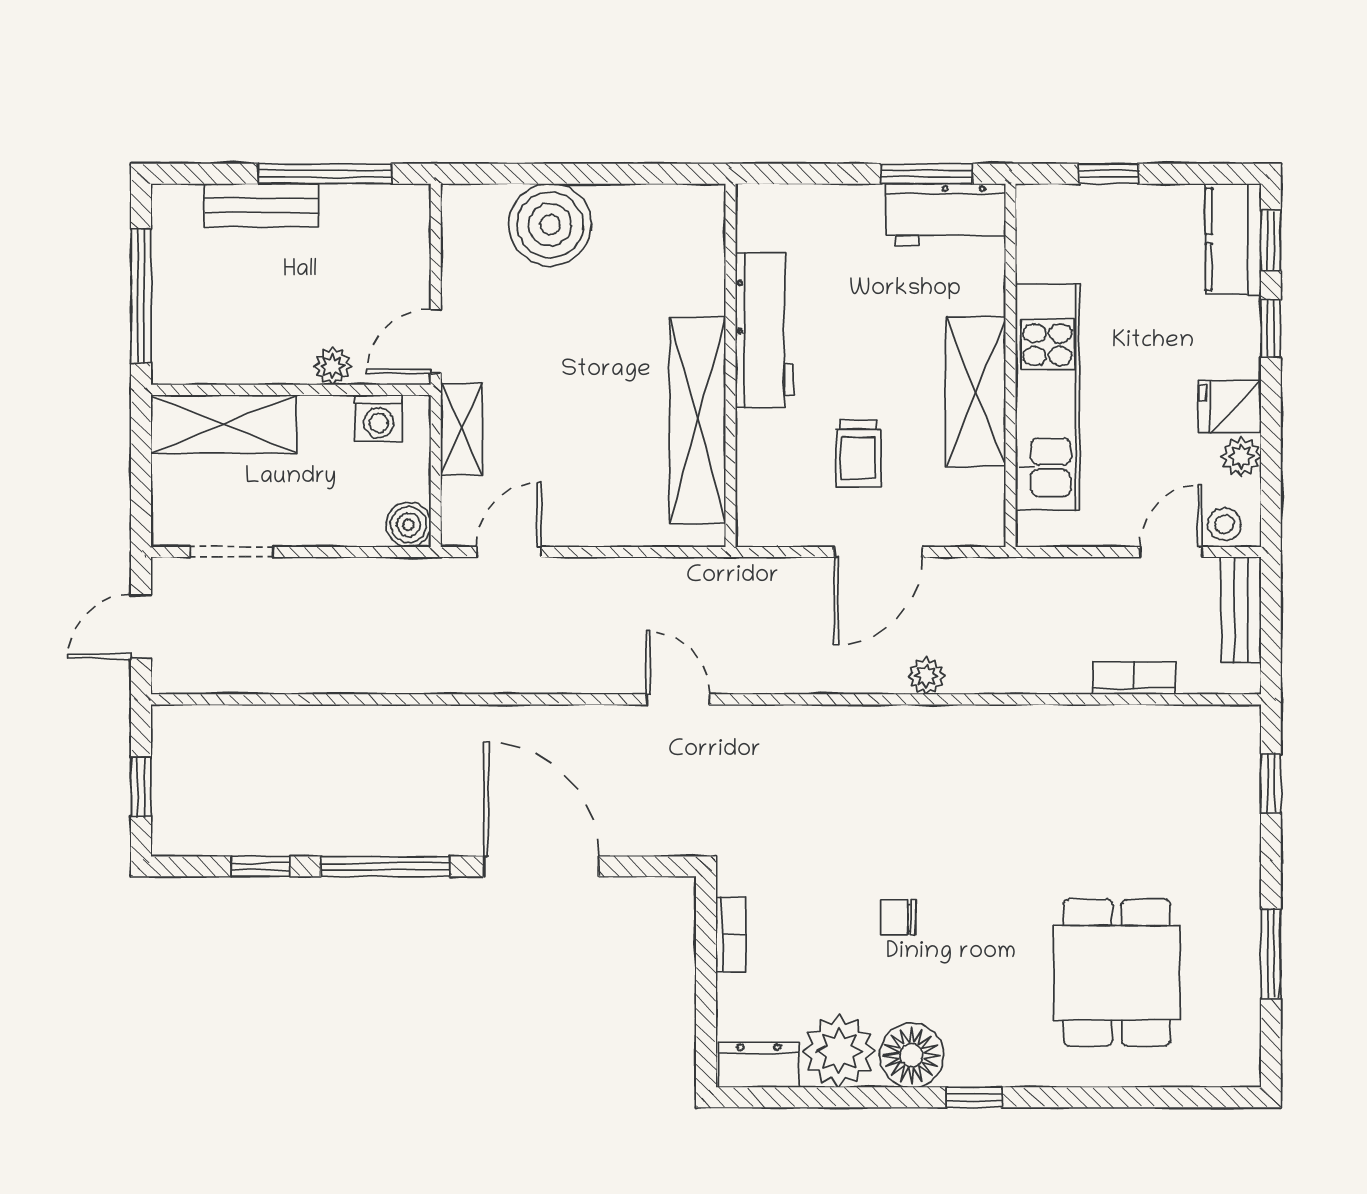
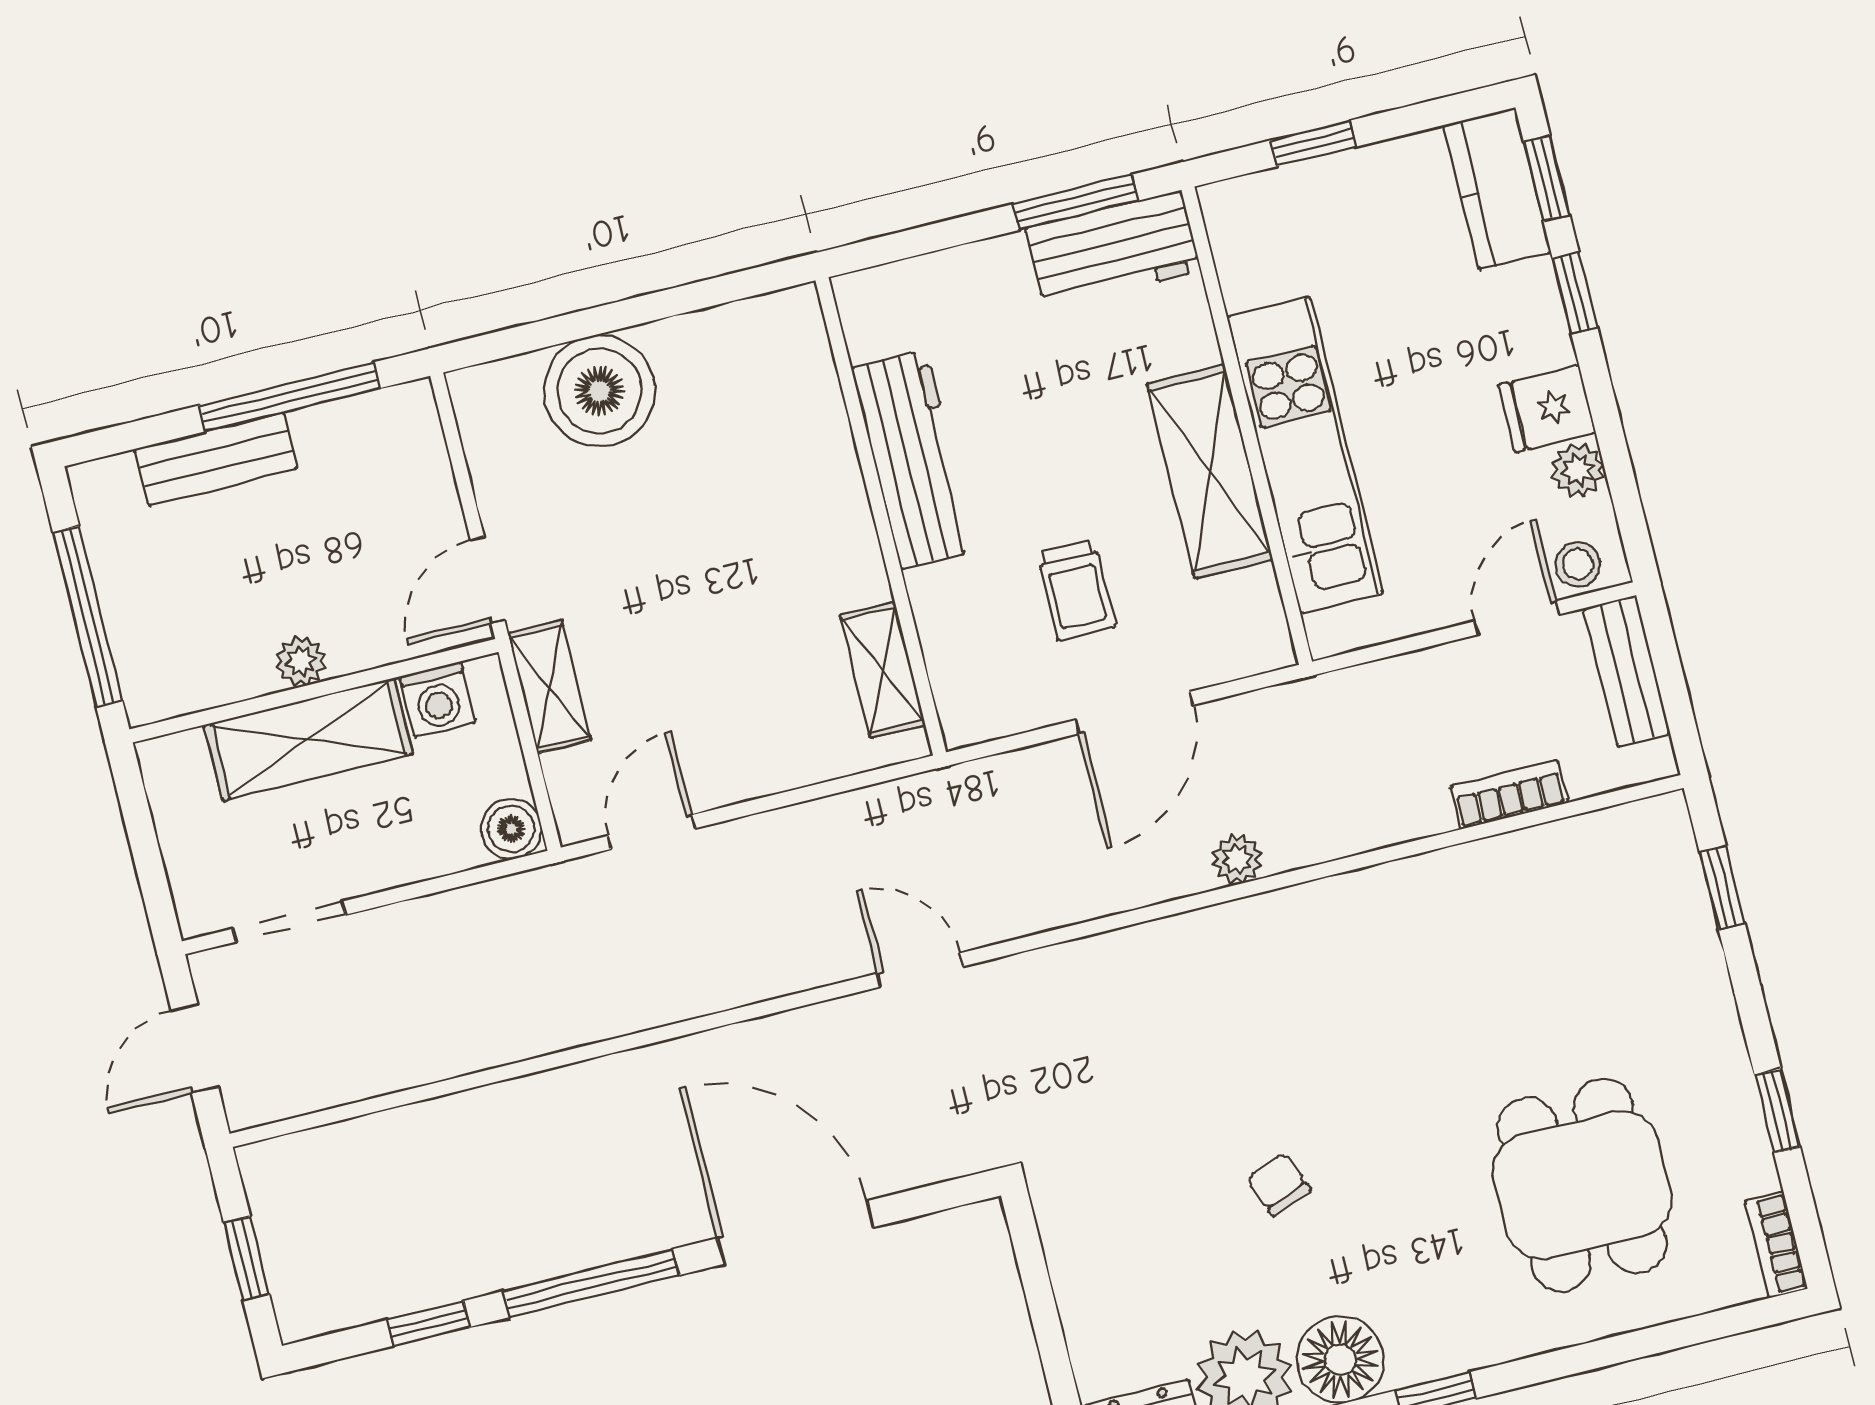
plant: (332, 366) -> (301, 661), moved
shelving: (698, 420) -> (883, 670), width x0.45, depth x0.75
shelving: (224, 424) -> (308, 739), moved
chair: (898, 918) -> (1279, 1184), turned 69
bookcase: (731, 934) -> (1776, 1245), moved, turned 180
window: (1271, 954) -> (1777, 1111), width x0.67

